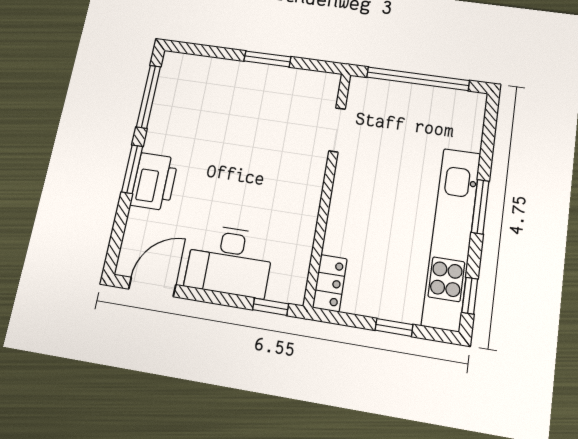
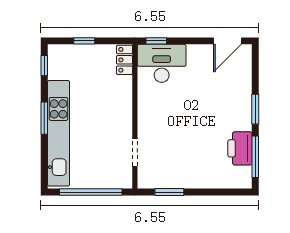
window: (267, 59) -> (169, 192), moved
printer: (154, 182) -> (240, 148), moved
kitchen unit: (451, 238) -> (59, 133), moved
desk: (230, 261) -> (162, 63), moved

